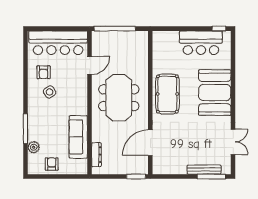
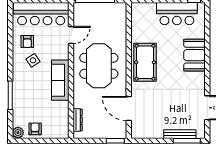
booth: (215, 93) -> (195, 55), width x0.73, depth x0.70
sofa: (78, 137) -> (60, 80), moved
door: (150, 143) -> (129, 109), hinge flipped
plant: (34, 147) -> (18, 133), moved

